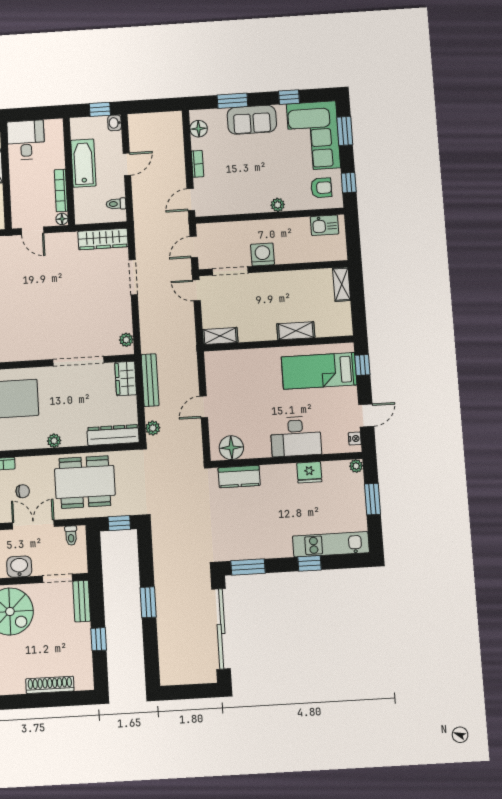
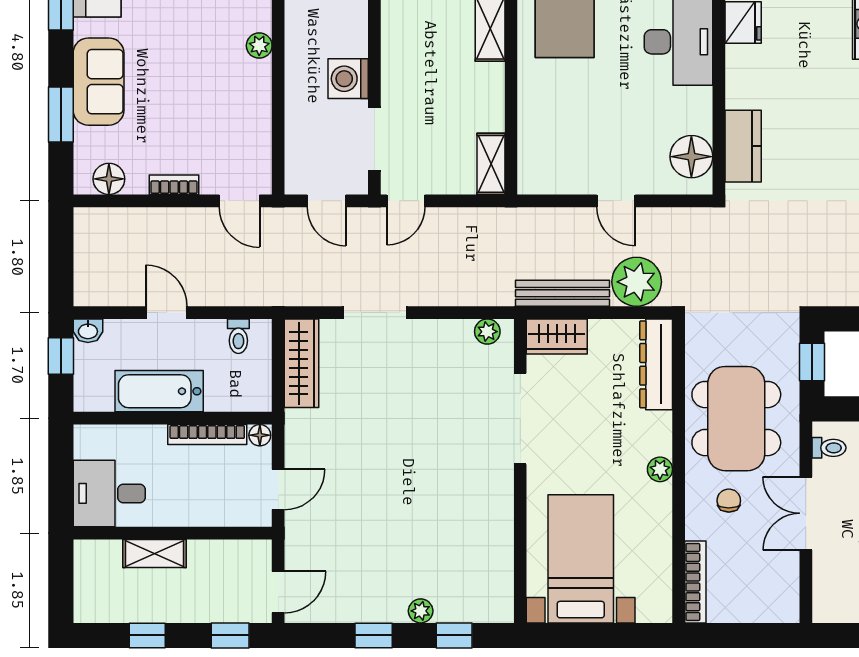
plant: (153, 428) -> (637, 282), width x1.88, depth x1.88
chair: (23, 491) -> (729, 501), moved

